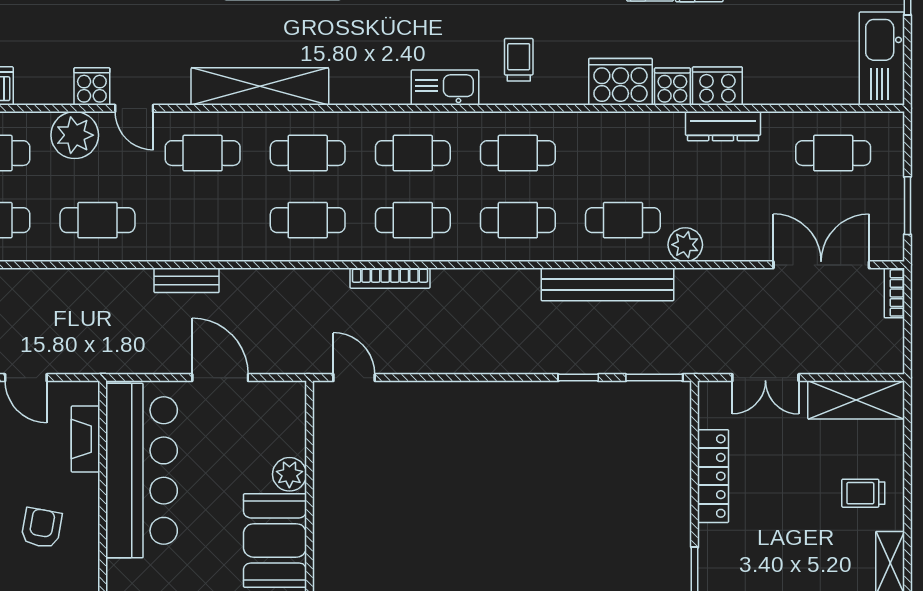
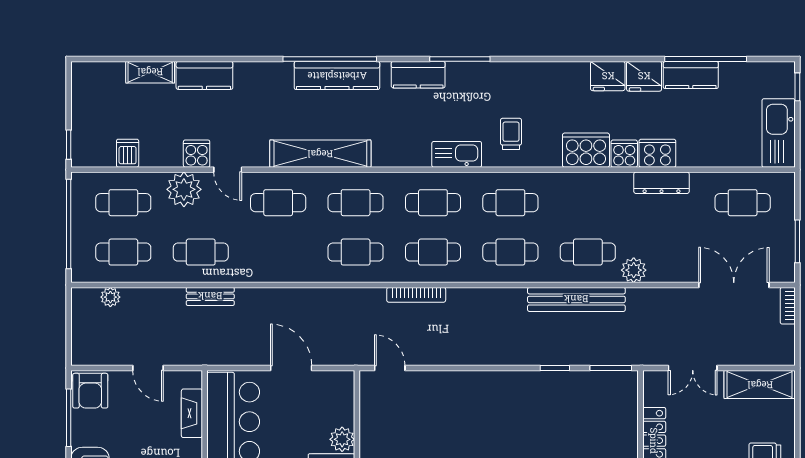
bench: (187, 280) -> (210, 296), moved

